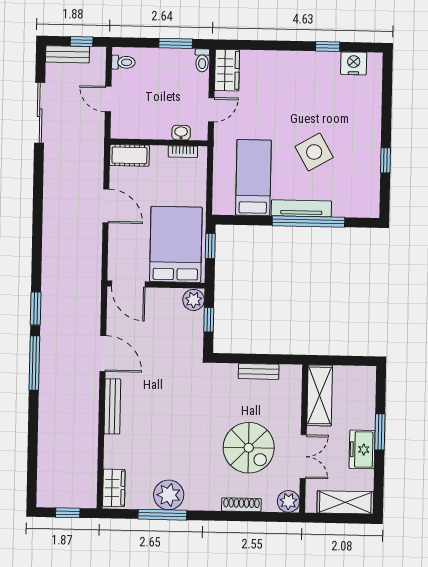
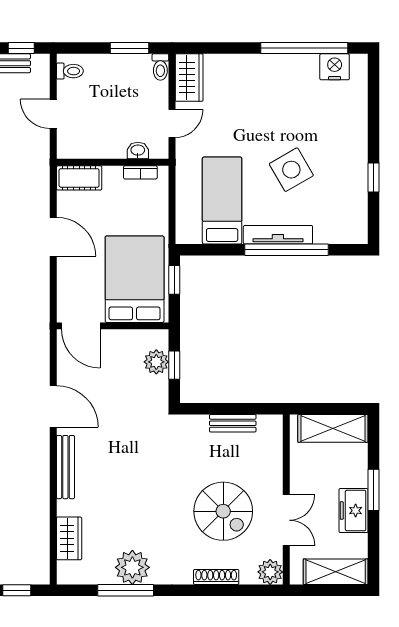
window: (328, 47) -> (304, 48), width x3.17
plant: (194, 300) -> (156, 362), moved
shelving: (320, 395) -> (333, 428), moved, turned 90
wardrobe: (114, 488) -> (69, 538), moved

